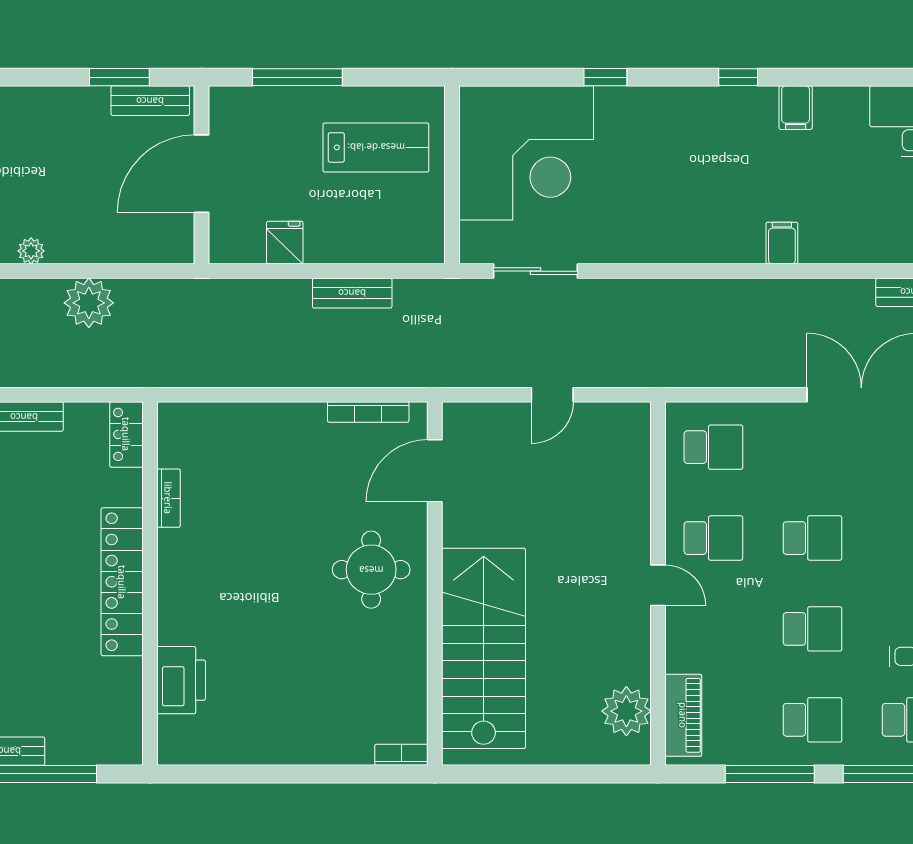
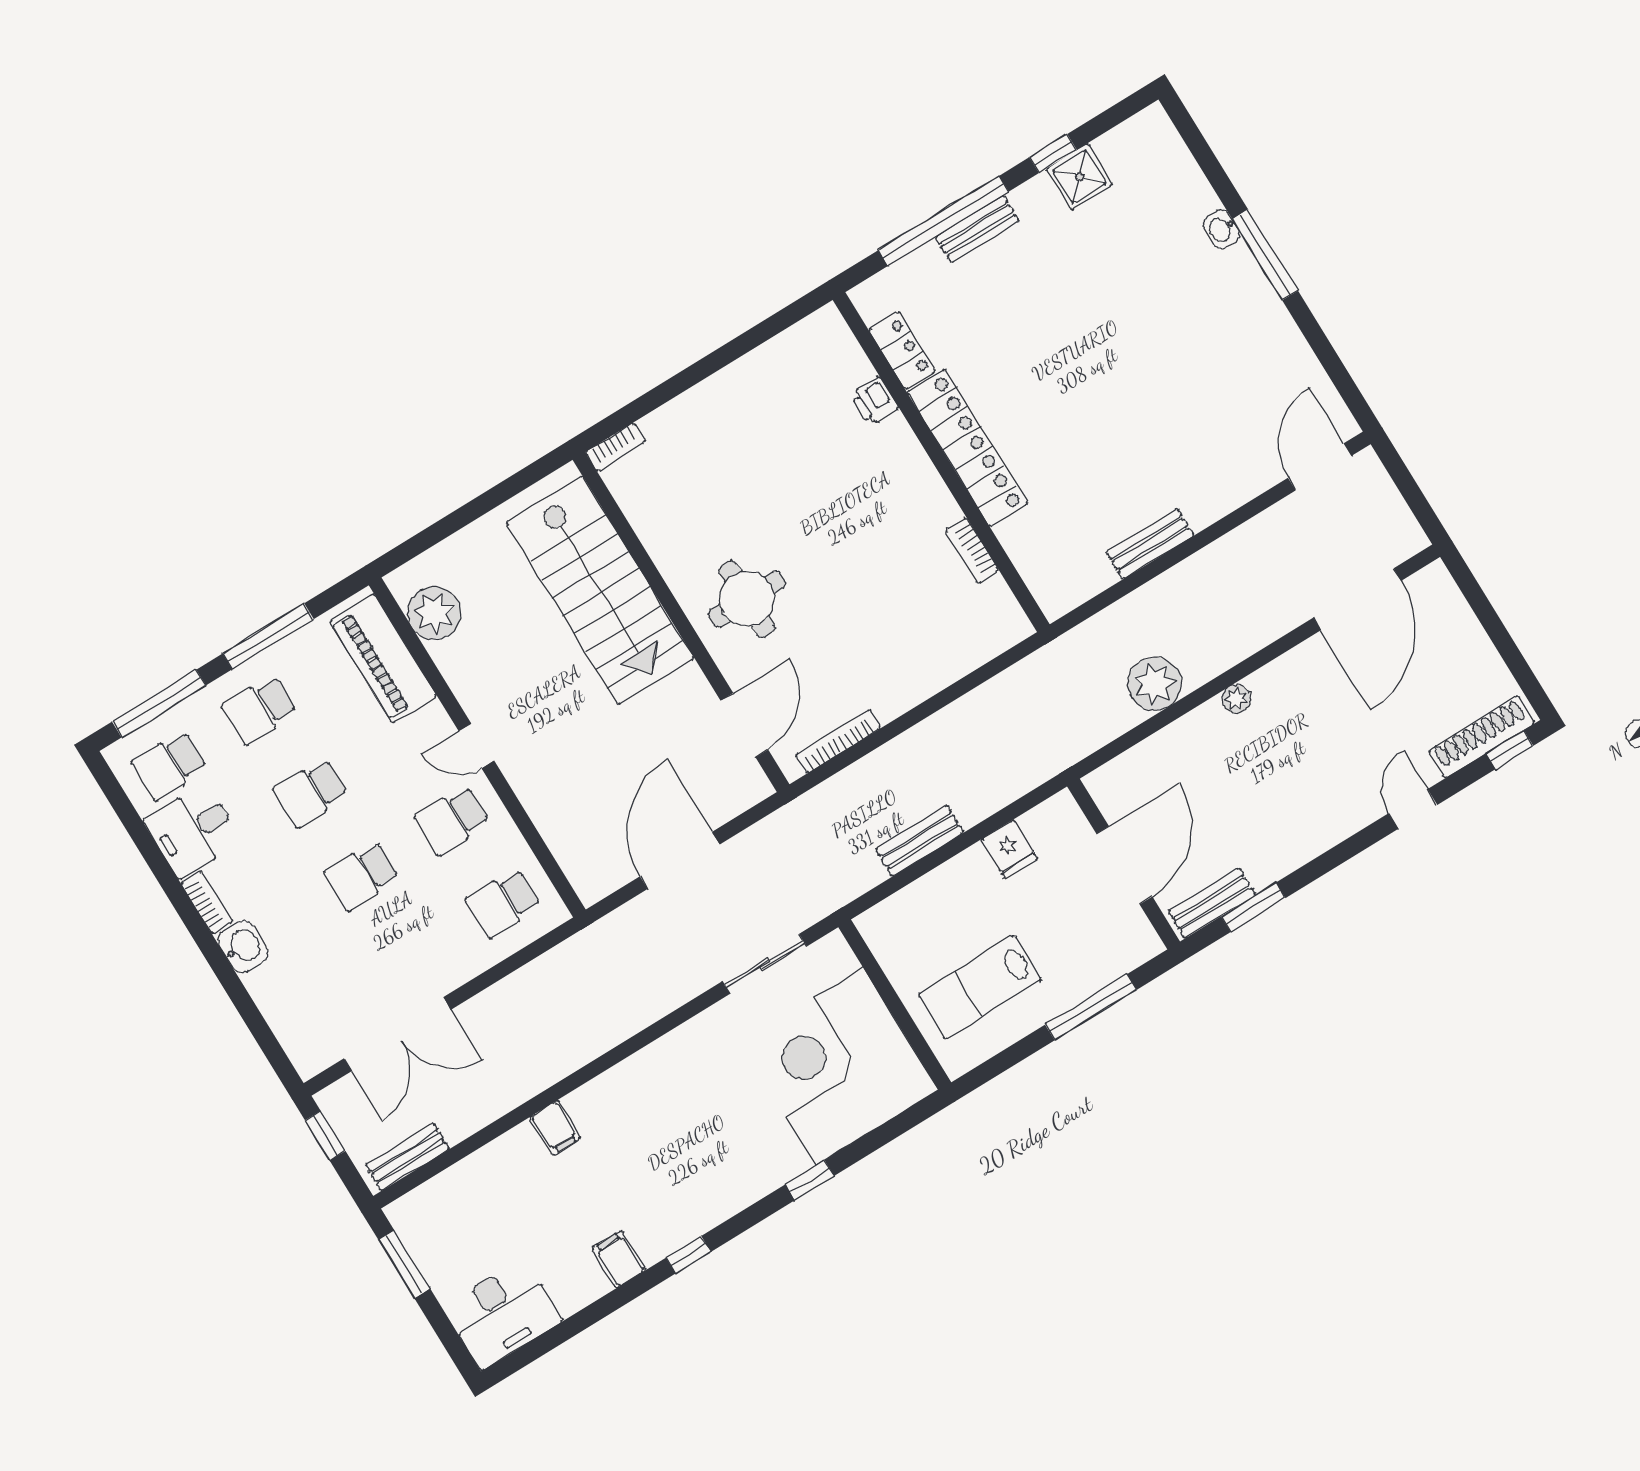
door: (552, 395) -> (680, 860), width x1.88
locker: (126, 434) -> (902, 350), moved
printer: (181, 680) -> (874, 401), width x0.53, depth x0.68
piano: (683, 715) -> (383, 658), width x1.37, depth x1.33

